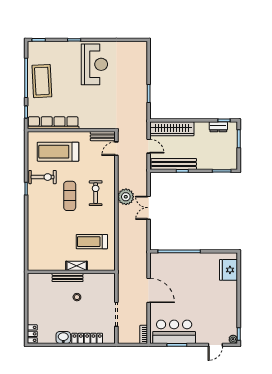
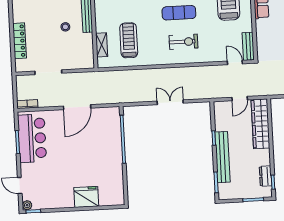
bench: (174, 164) -> (222, 157), moved
plant: (126, 197) -> (181, 76), removed
shelving: (77, 266) -> (102, 45), moved
fridge: (229, 270) -> (86, 197), moved
washbasin: (63, 337) -> (19, 14), removed

